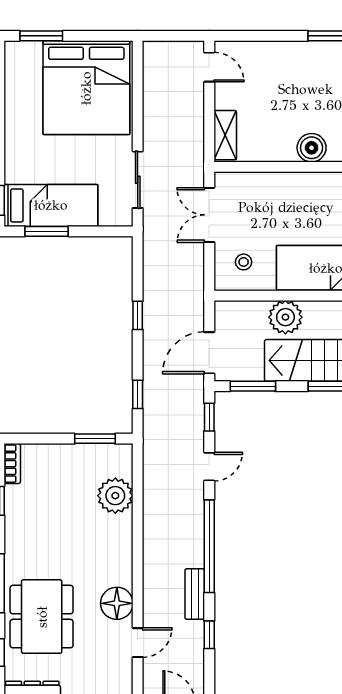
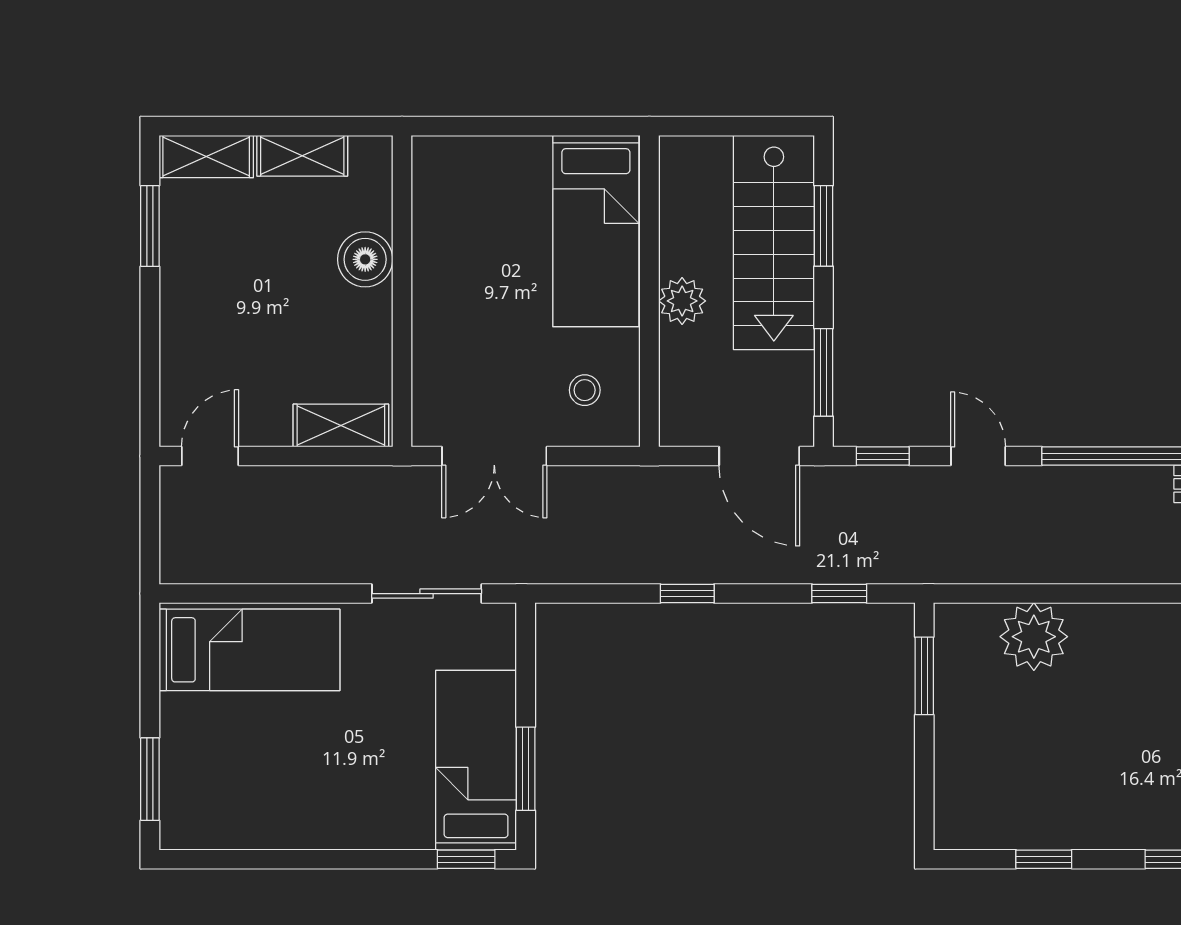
bed: (86, 88) -> (249, 650), width x0.49
plant: (285, 317) -> (682, 301), width x0.73, depth x0.73
bookcase: (12, 464) -> (972, 835), removed

